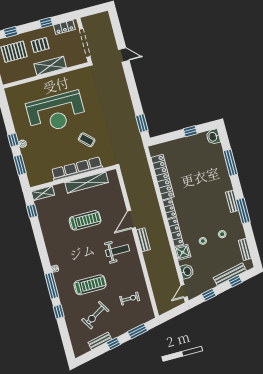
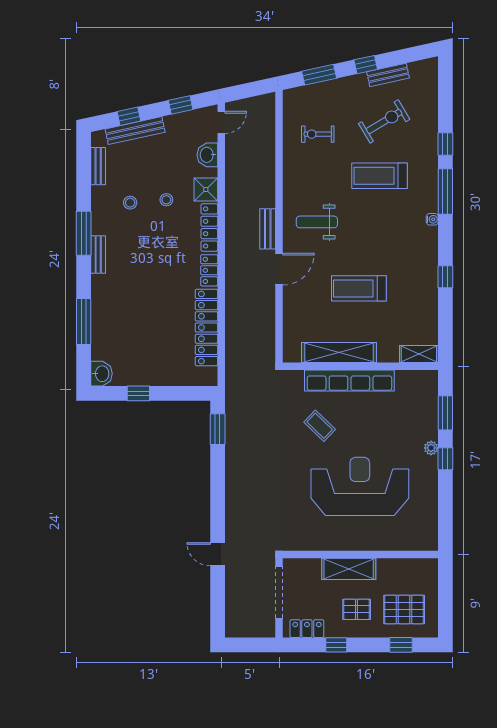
window: (32, 211) -> (445, 277), moved

